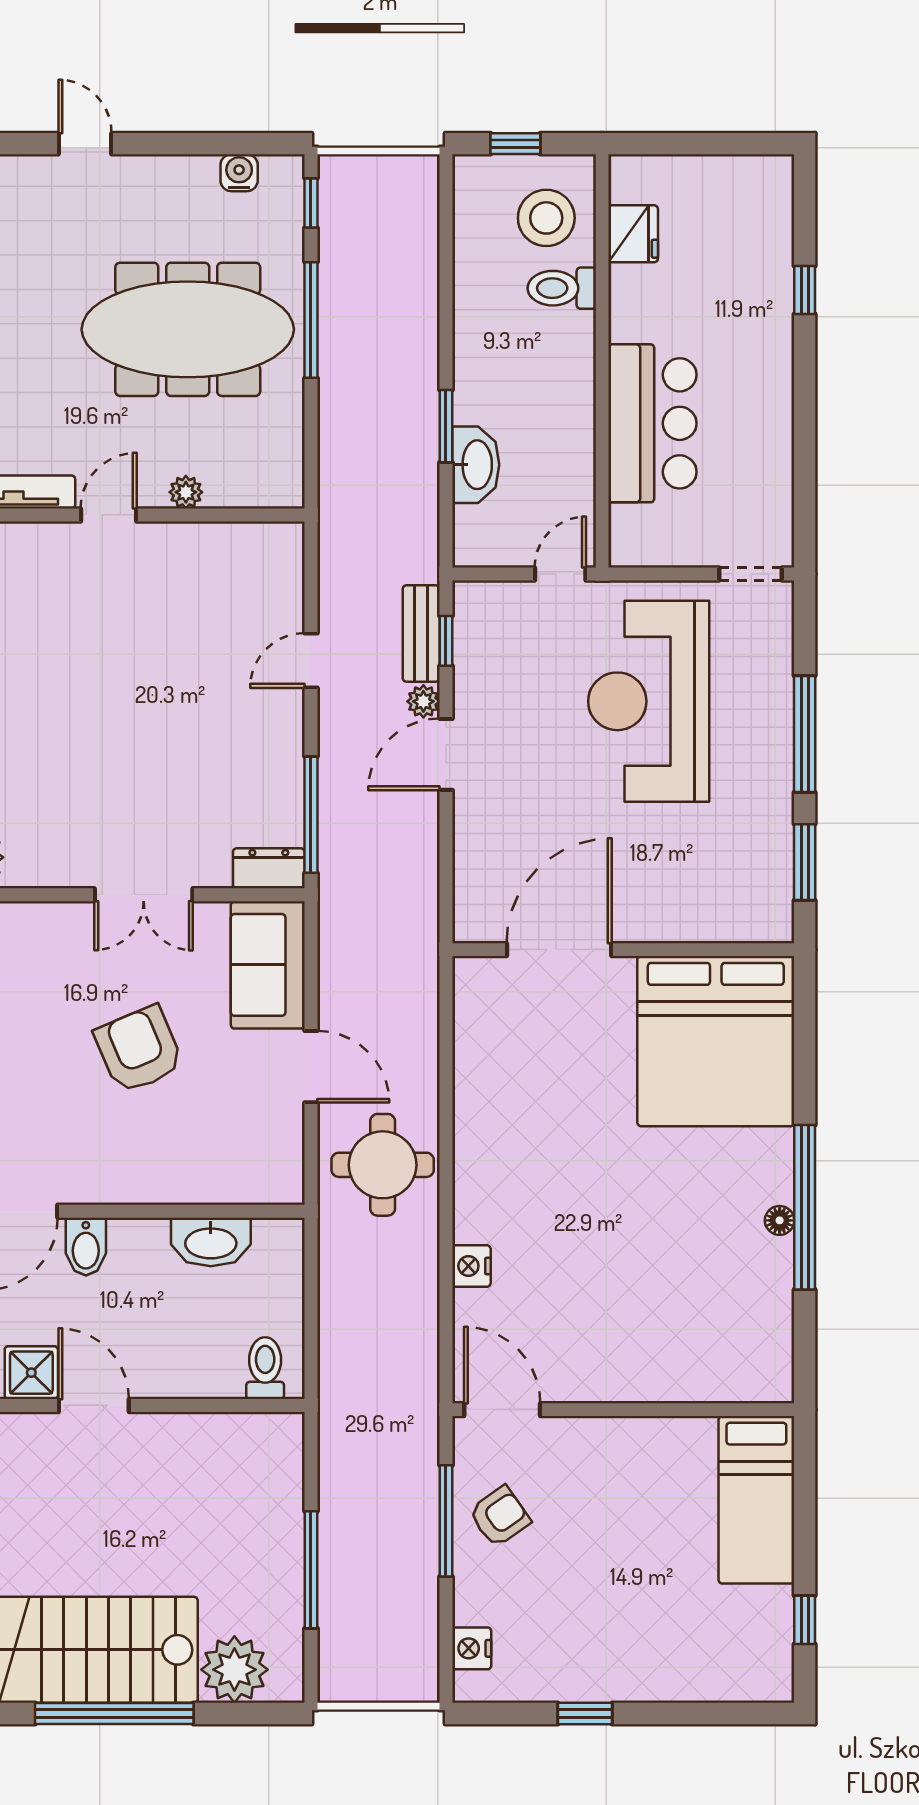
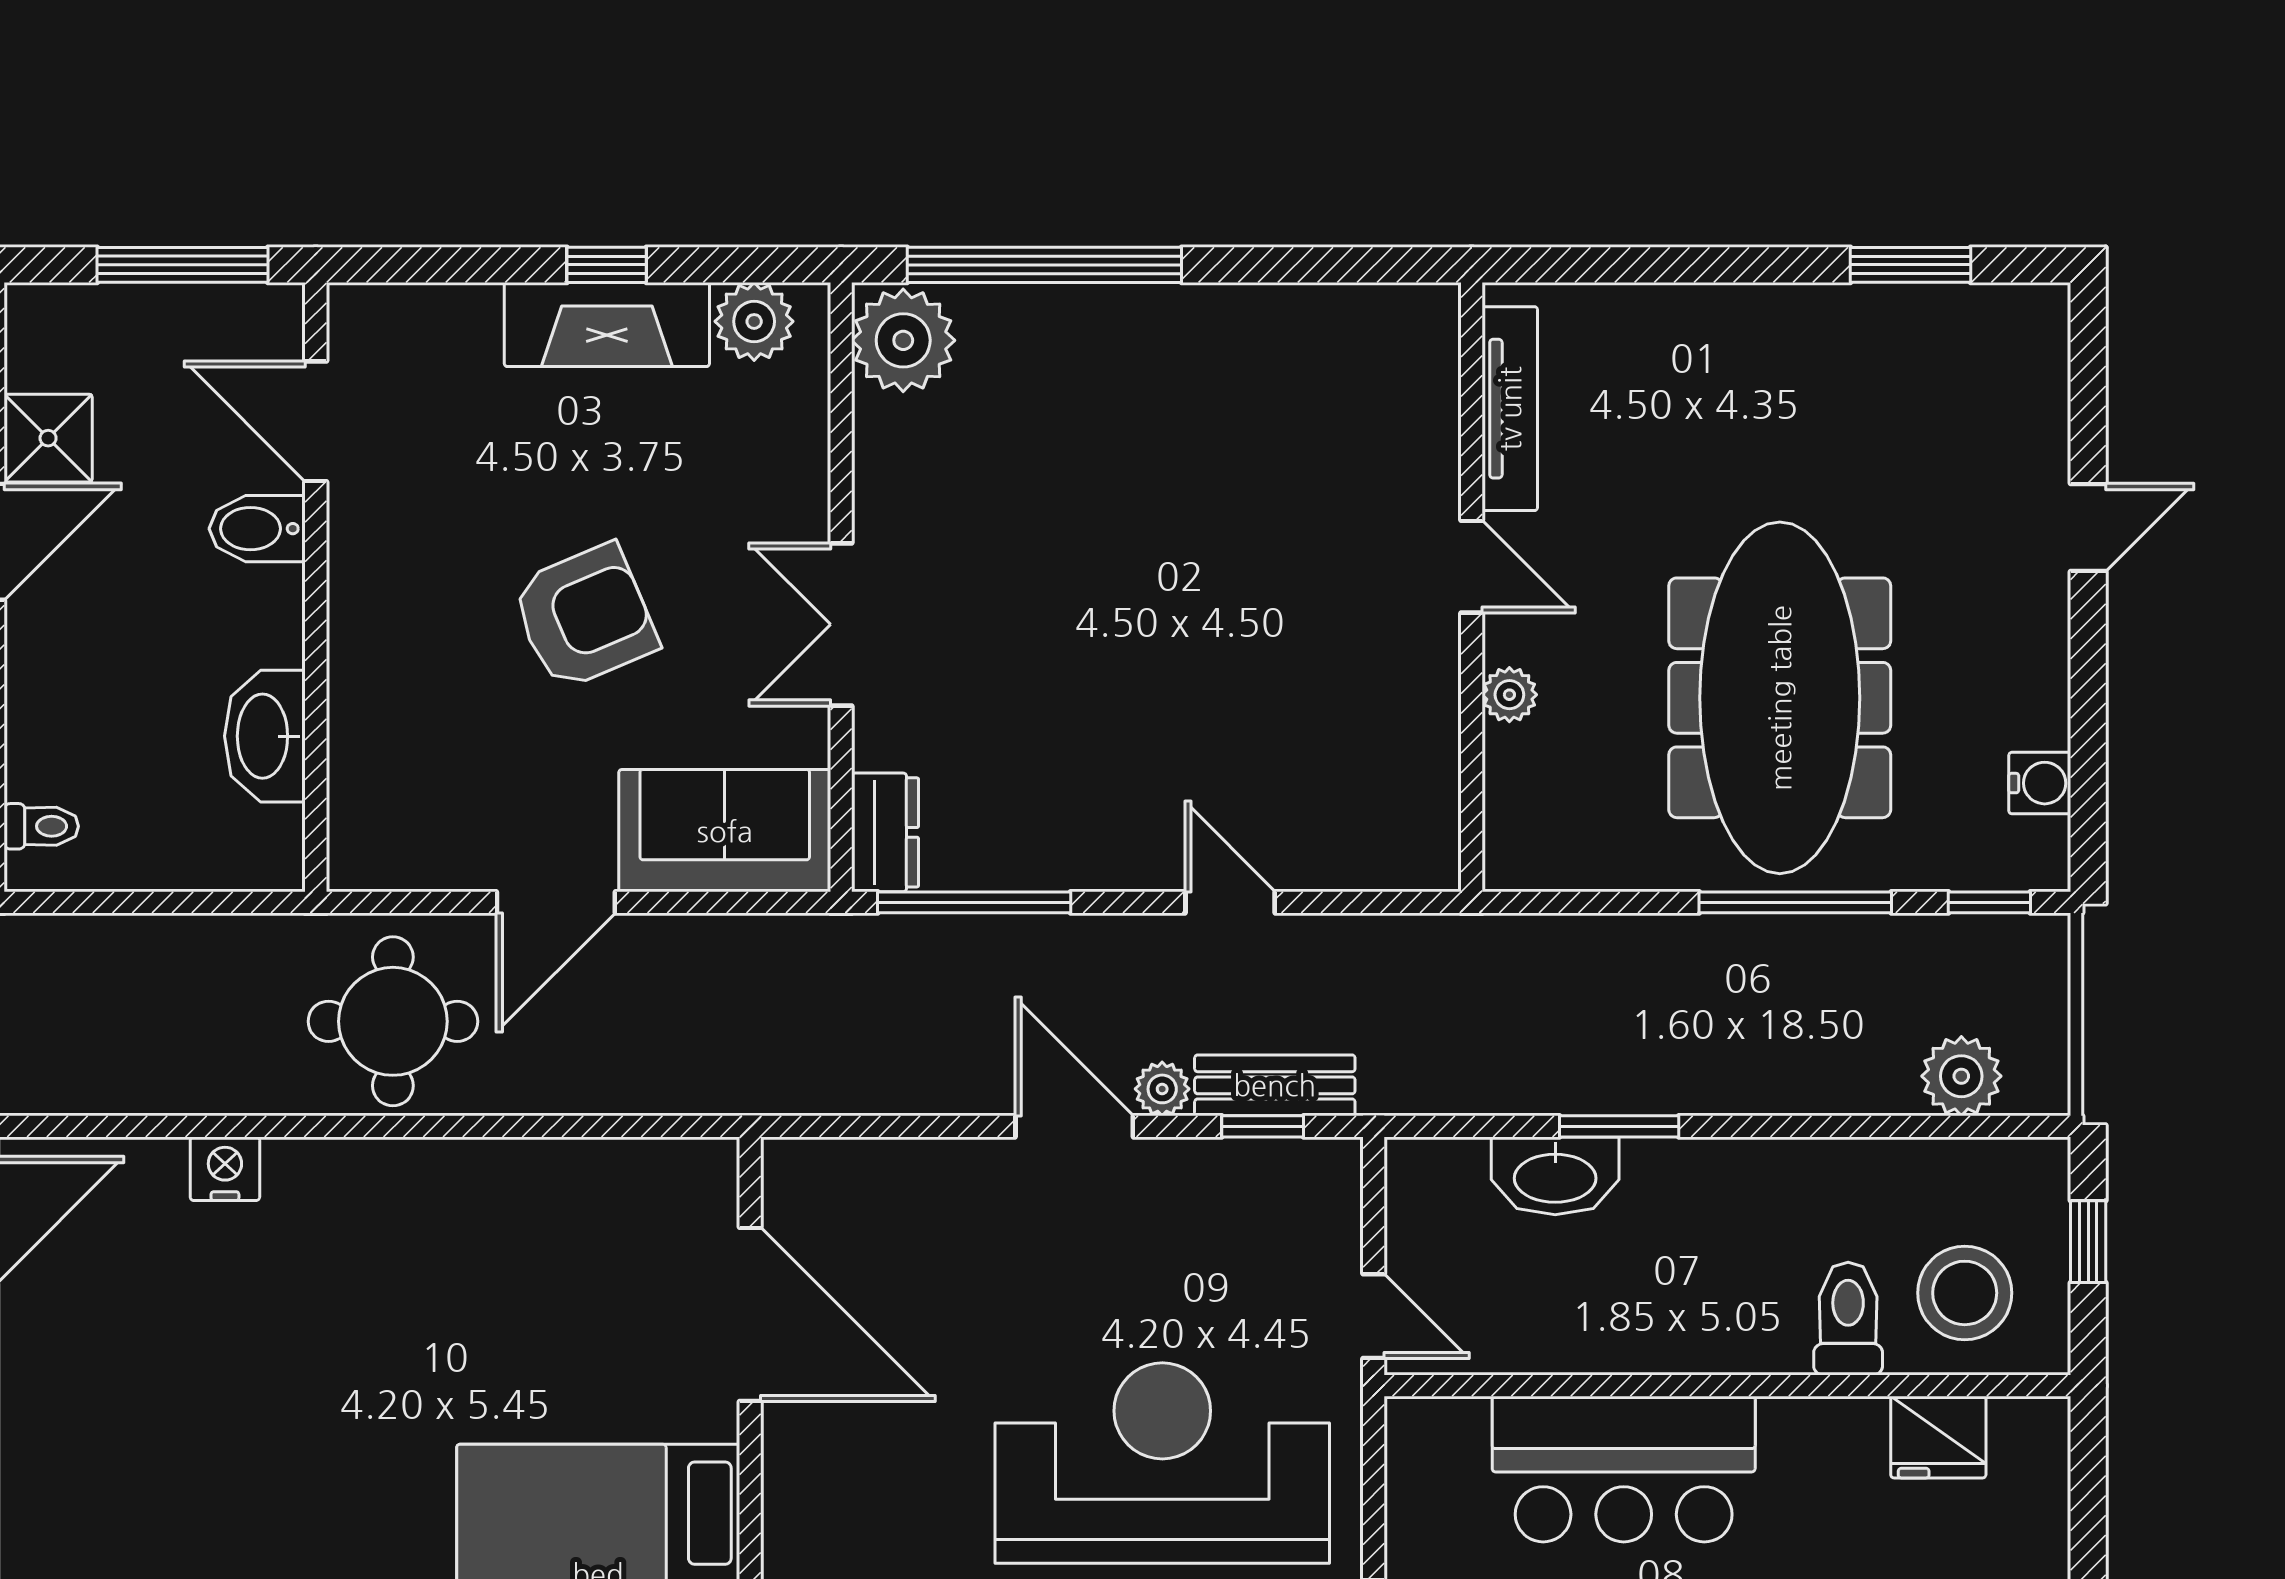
plant: (416, 220) -> (1961, 1076), added
toilet: (265, 1368) -> (41, 826), width x0.73, depth x0.72

